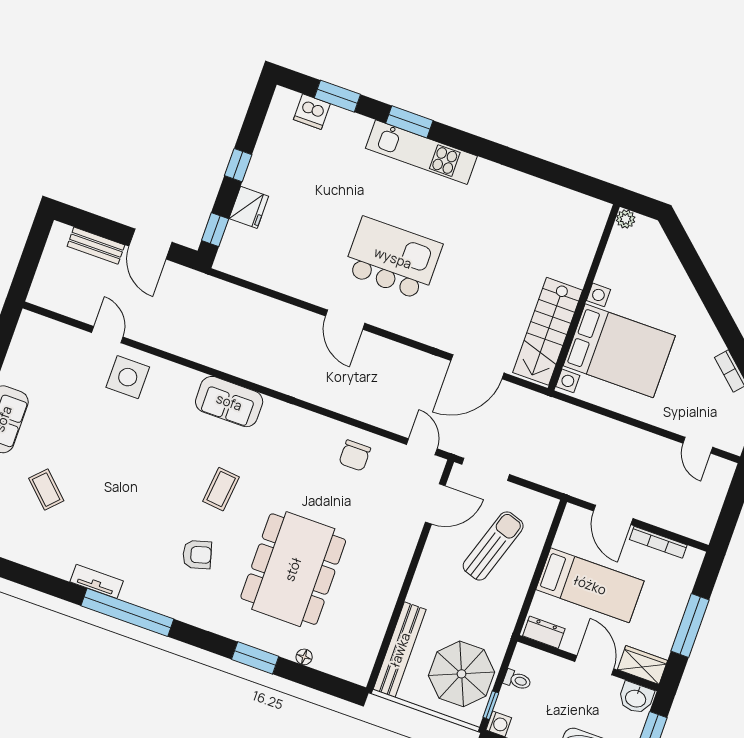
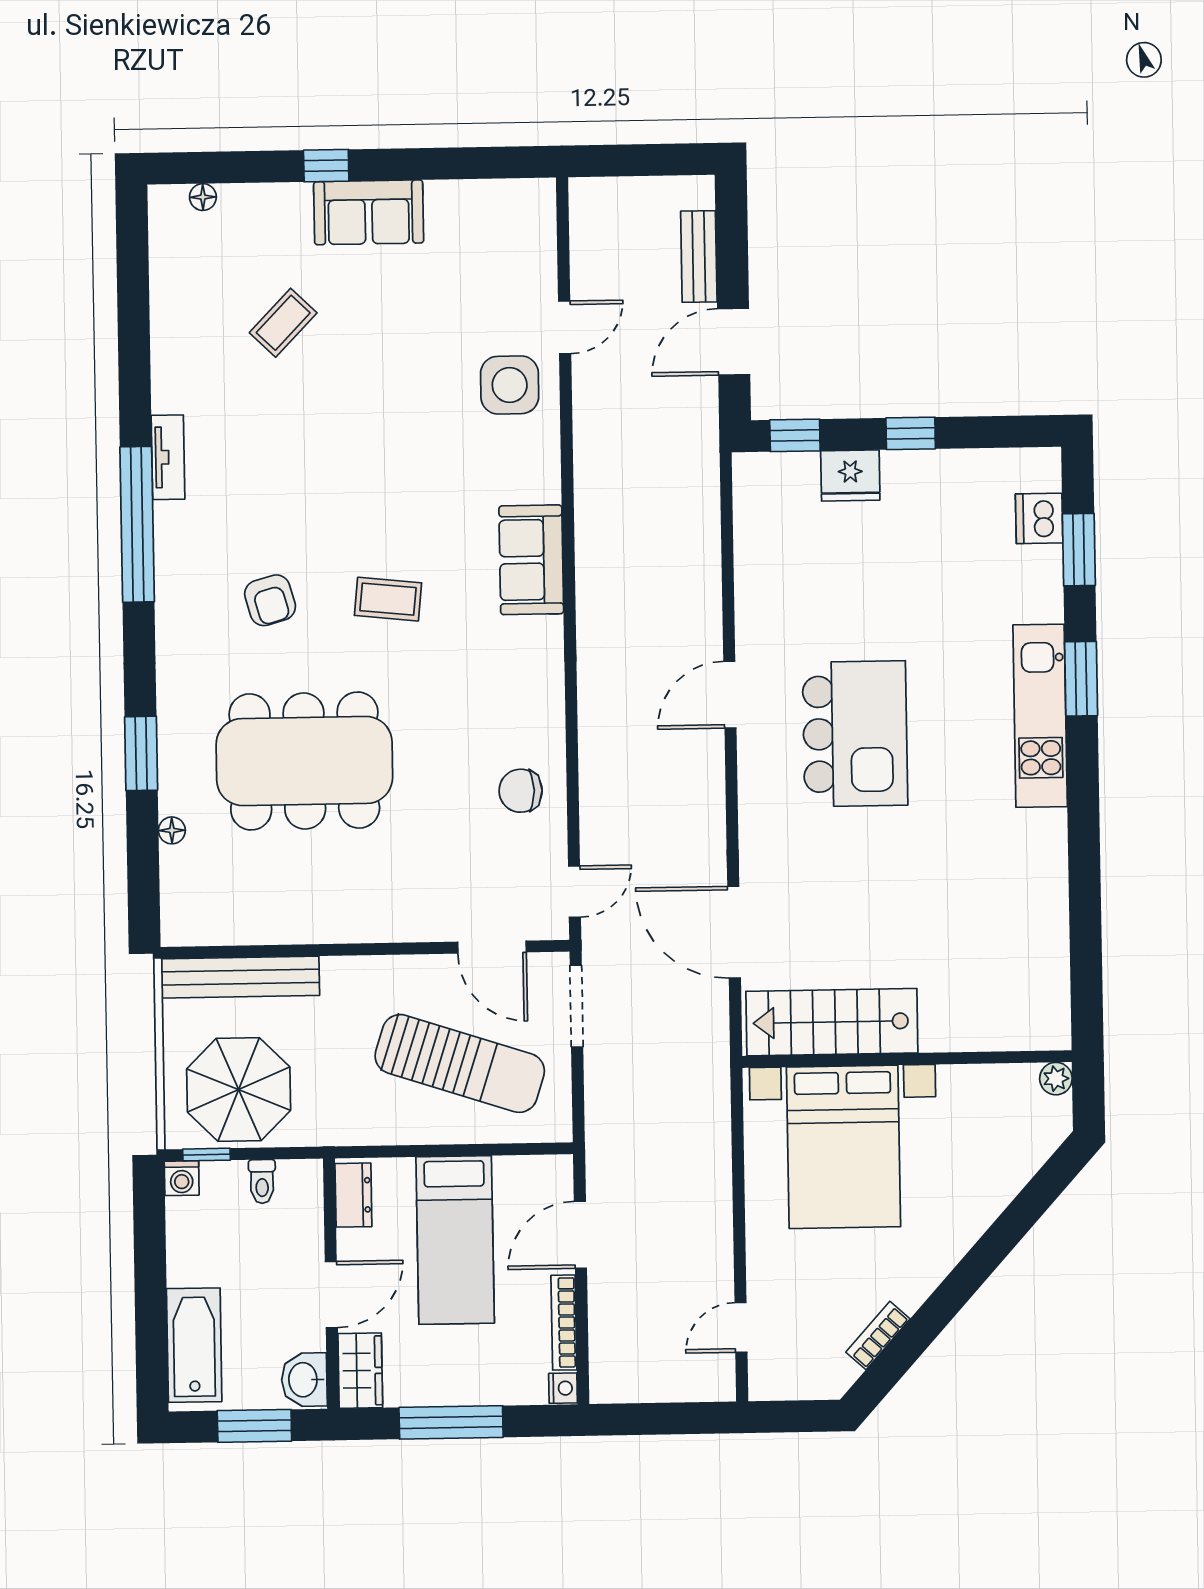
sun lounger: (493, 546) -> (460, 1063), width x1.36, depth x1.34
nightstand: (694, 556) -> (563, 1388), added

